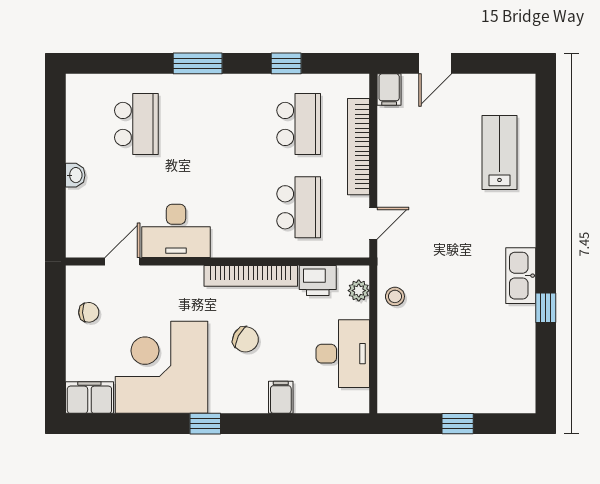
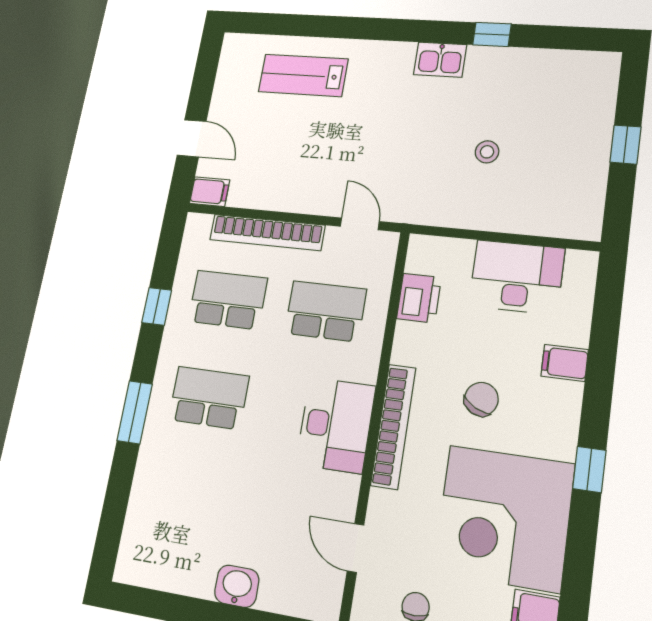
school desk: (136, 124) -> (209, 398), moved
washbasin: (75, 175) -> (237, 586), width x1.38, depth x1.45
desk: (176, 231) -> (336, 425), moved
bookcase: (251, 276) -> (393, 426), moved
kitchen sink: (521, 276) -> (440, 60), width x0.73
plant: (359, 291) -> (439, 249), removed
stool: (395, 296) -> (487, 152), moved

